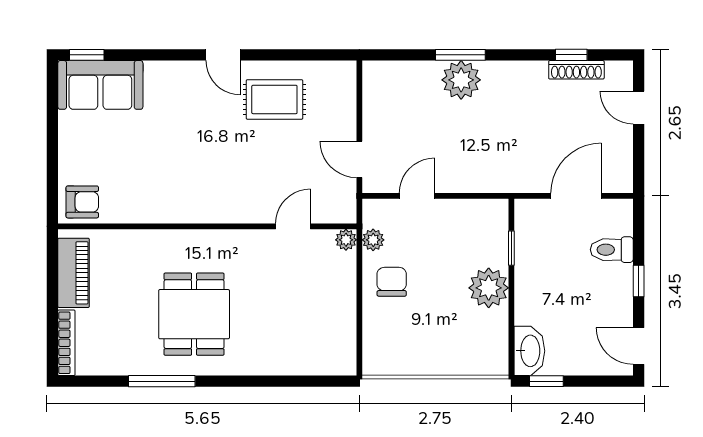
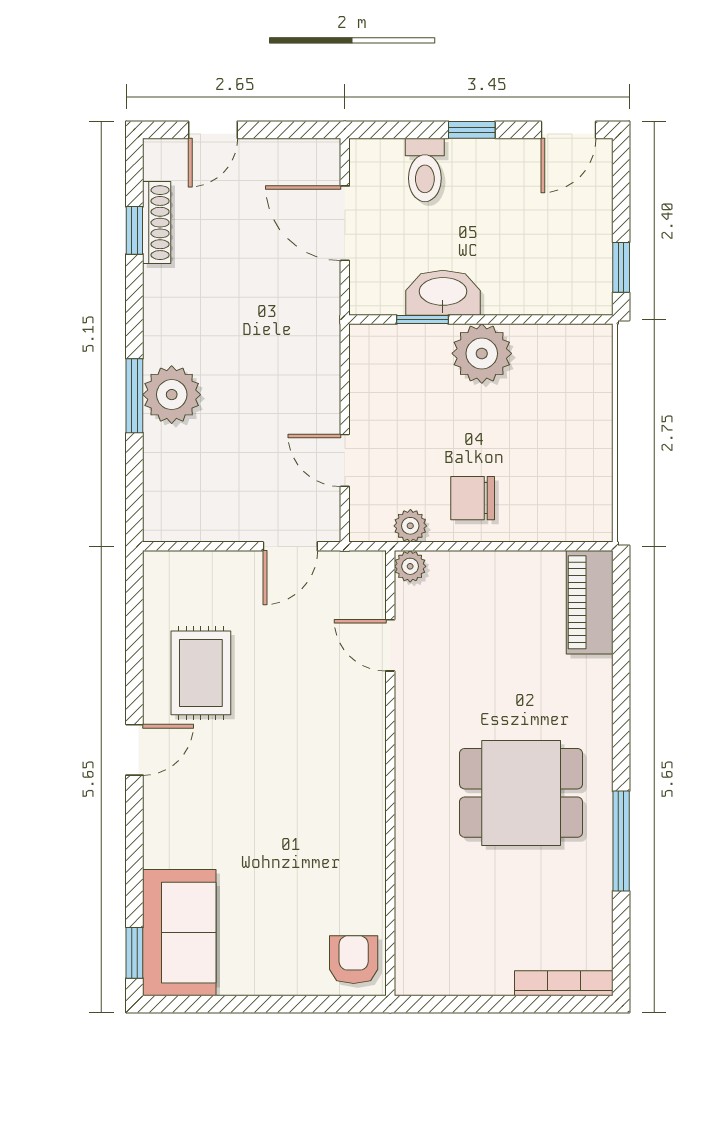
piano: (74, 273) -> (590, 602), moved, turned -90
washbasin: (529, 351) -> (443, 293), moved

